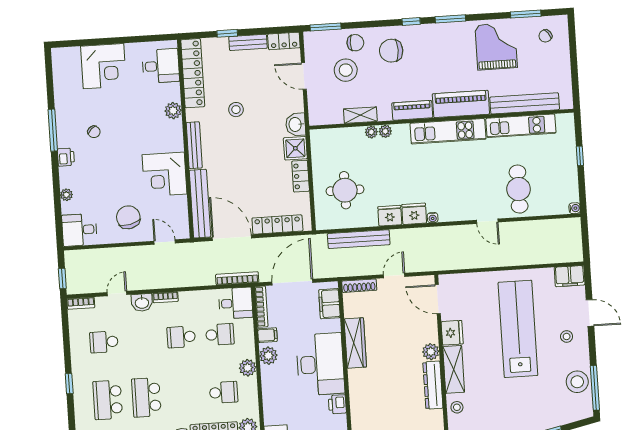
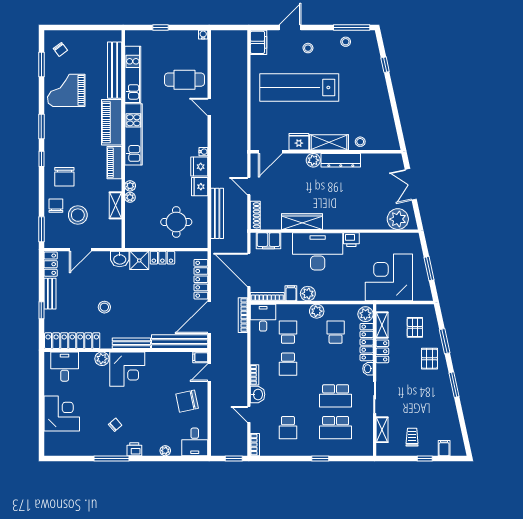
corner desk: (165, 174) -> (127, 369), moved
door: (487, 221) -> (209, 107), swing flipped
filing cabinet: (183, 230) -> (200, 357), added
stool: (577, 382) -> (346, 42), width x0.53, depth x0.53

